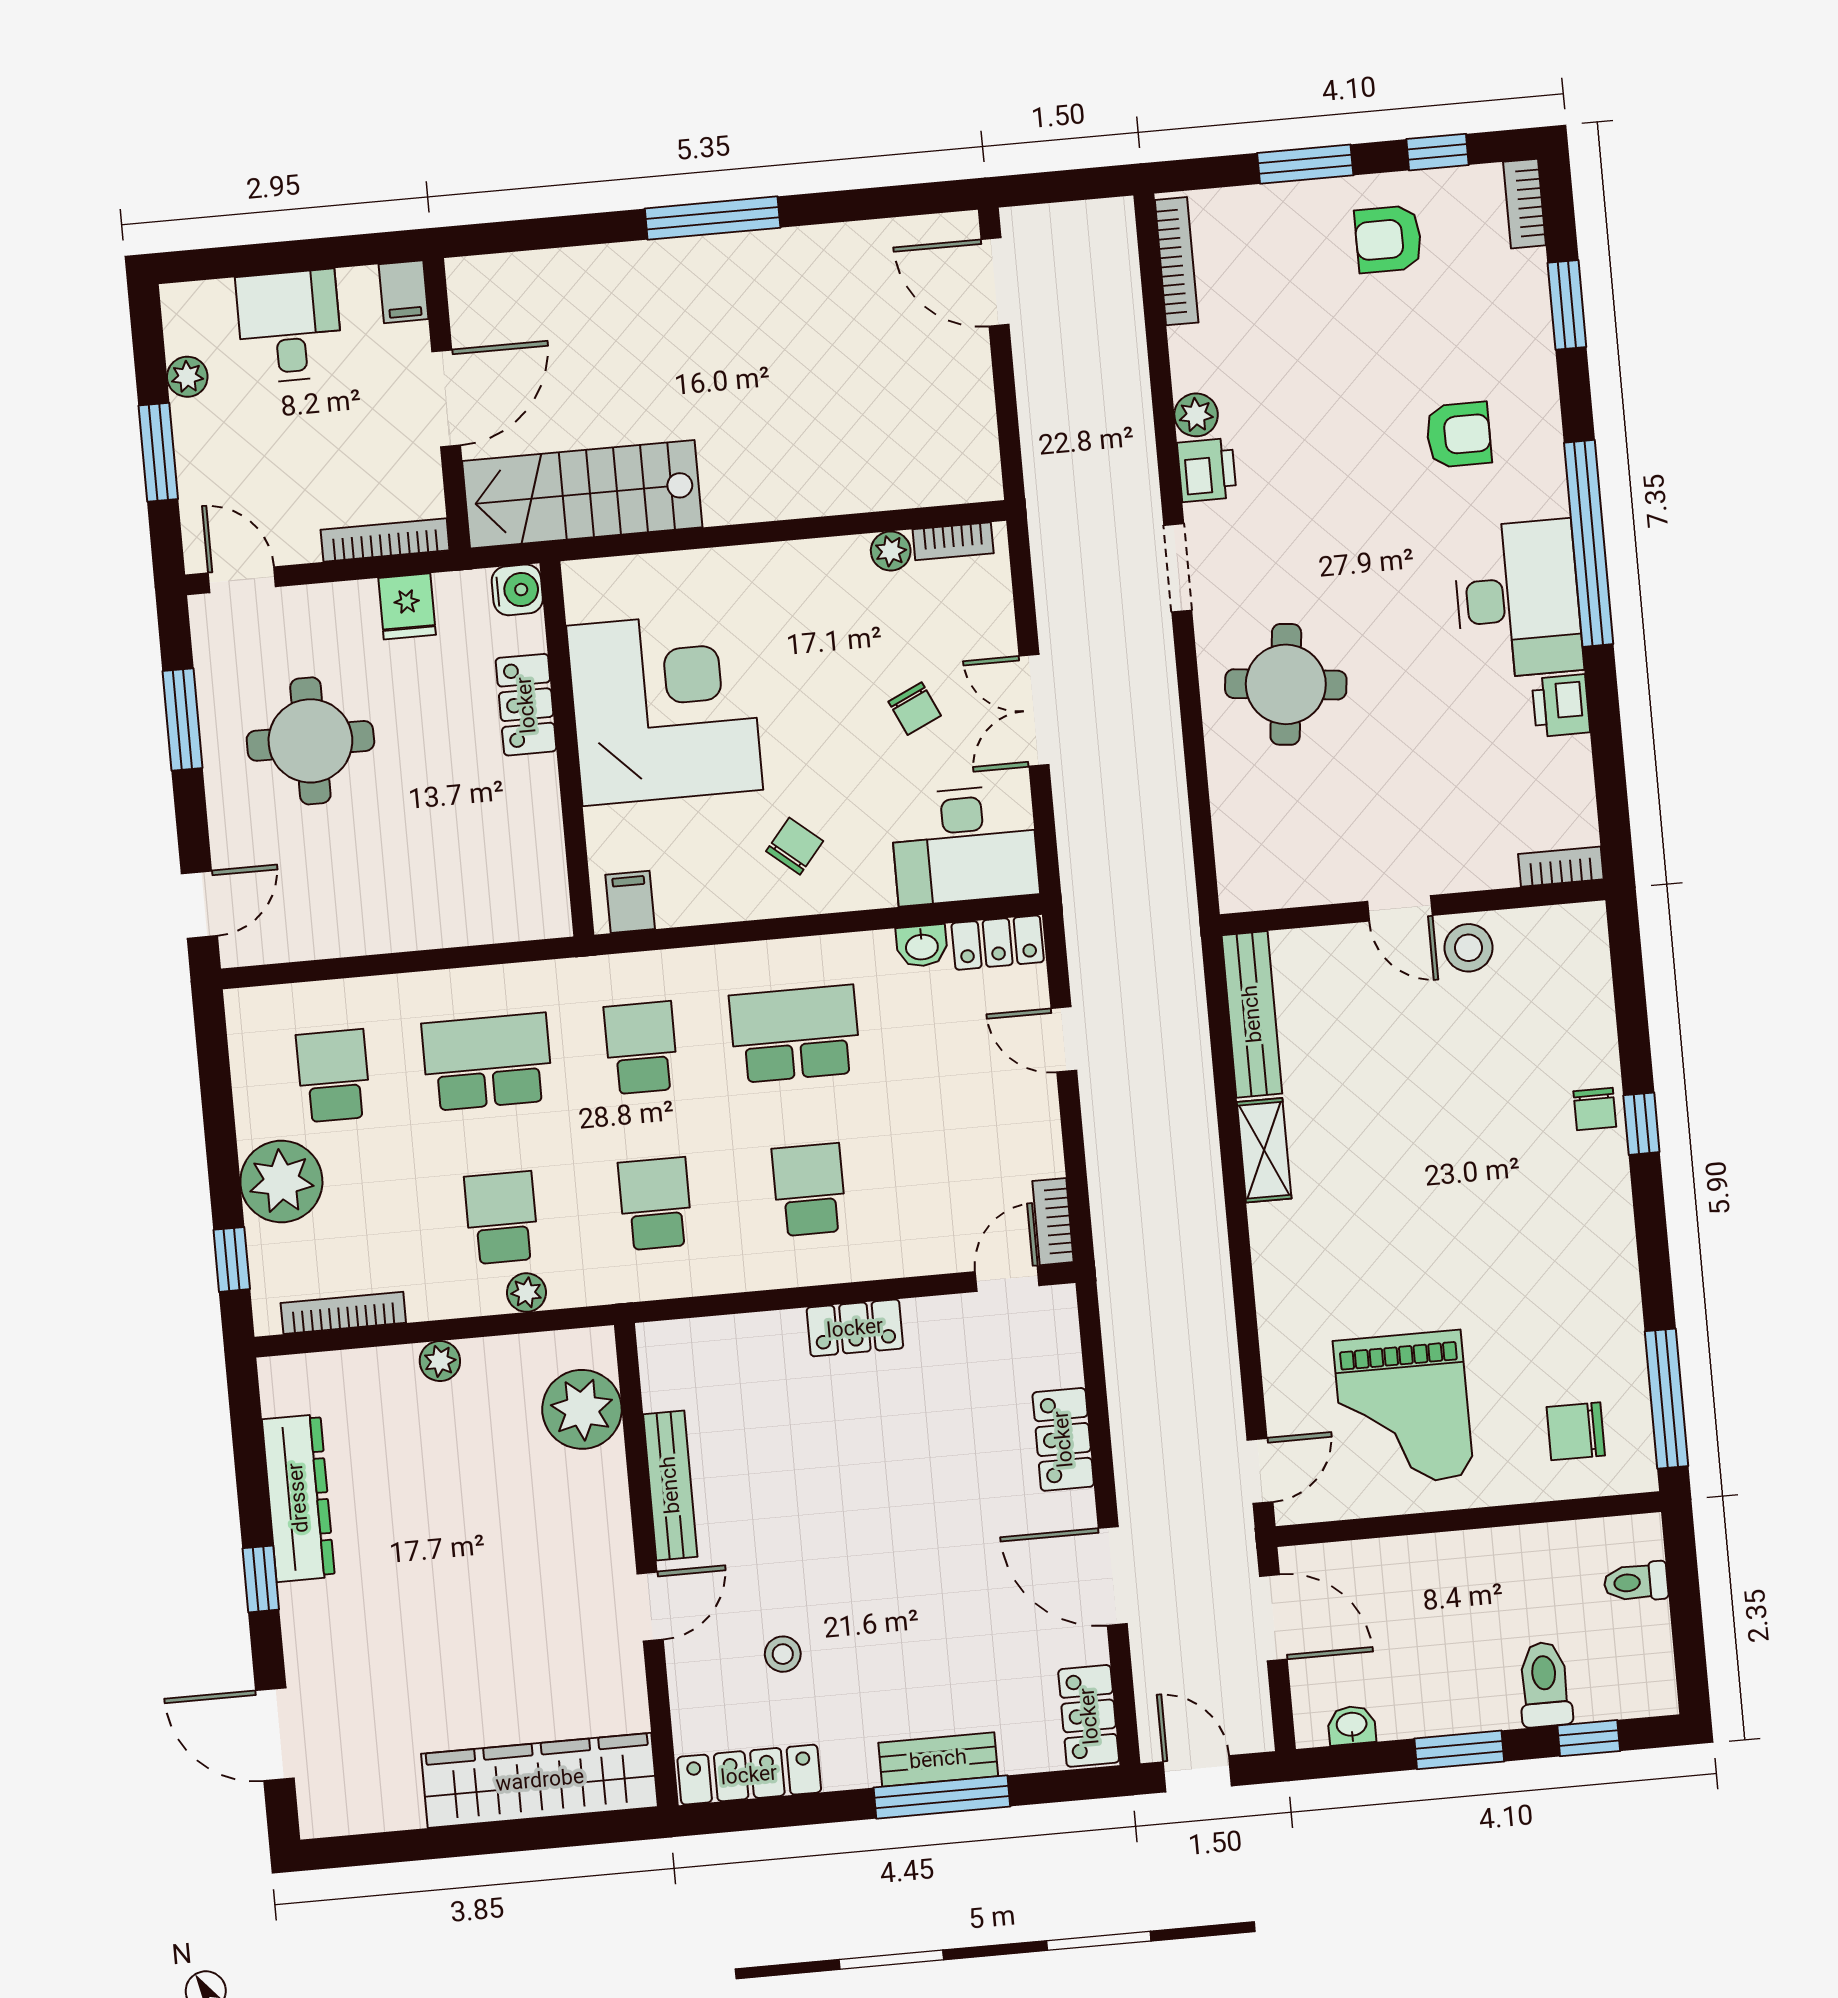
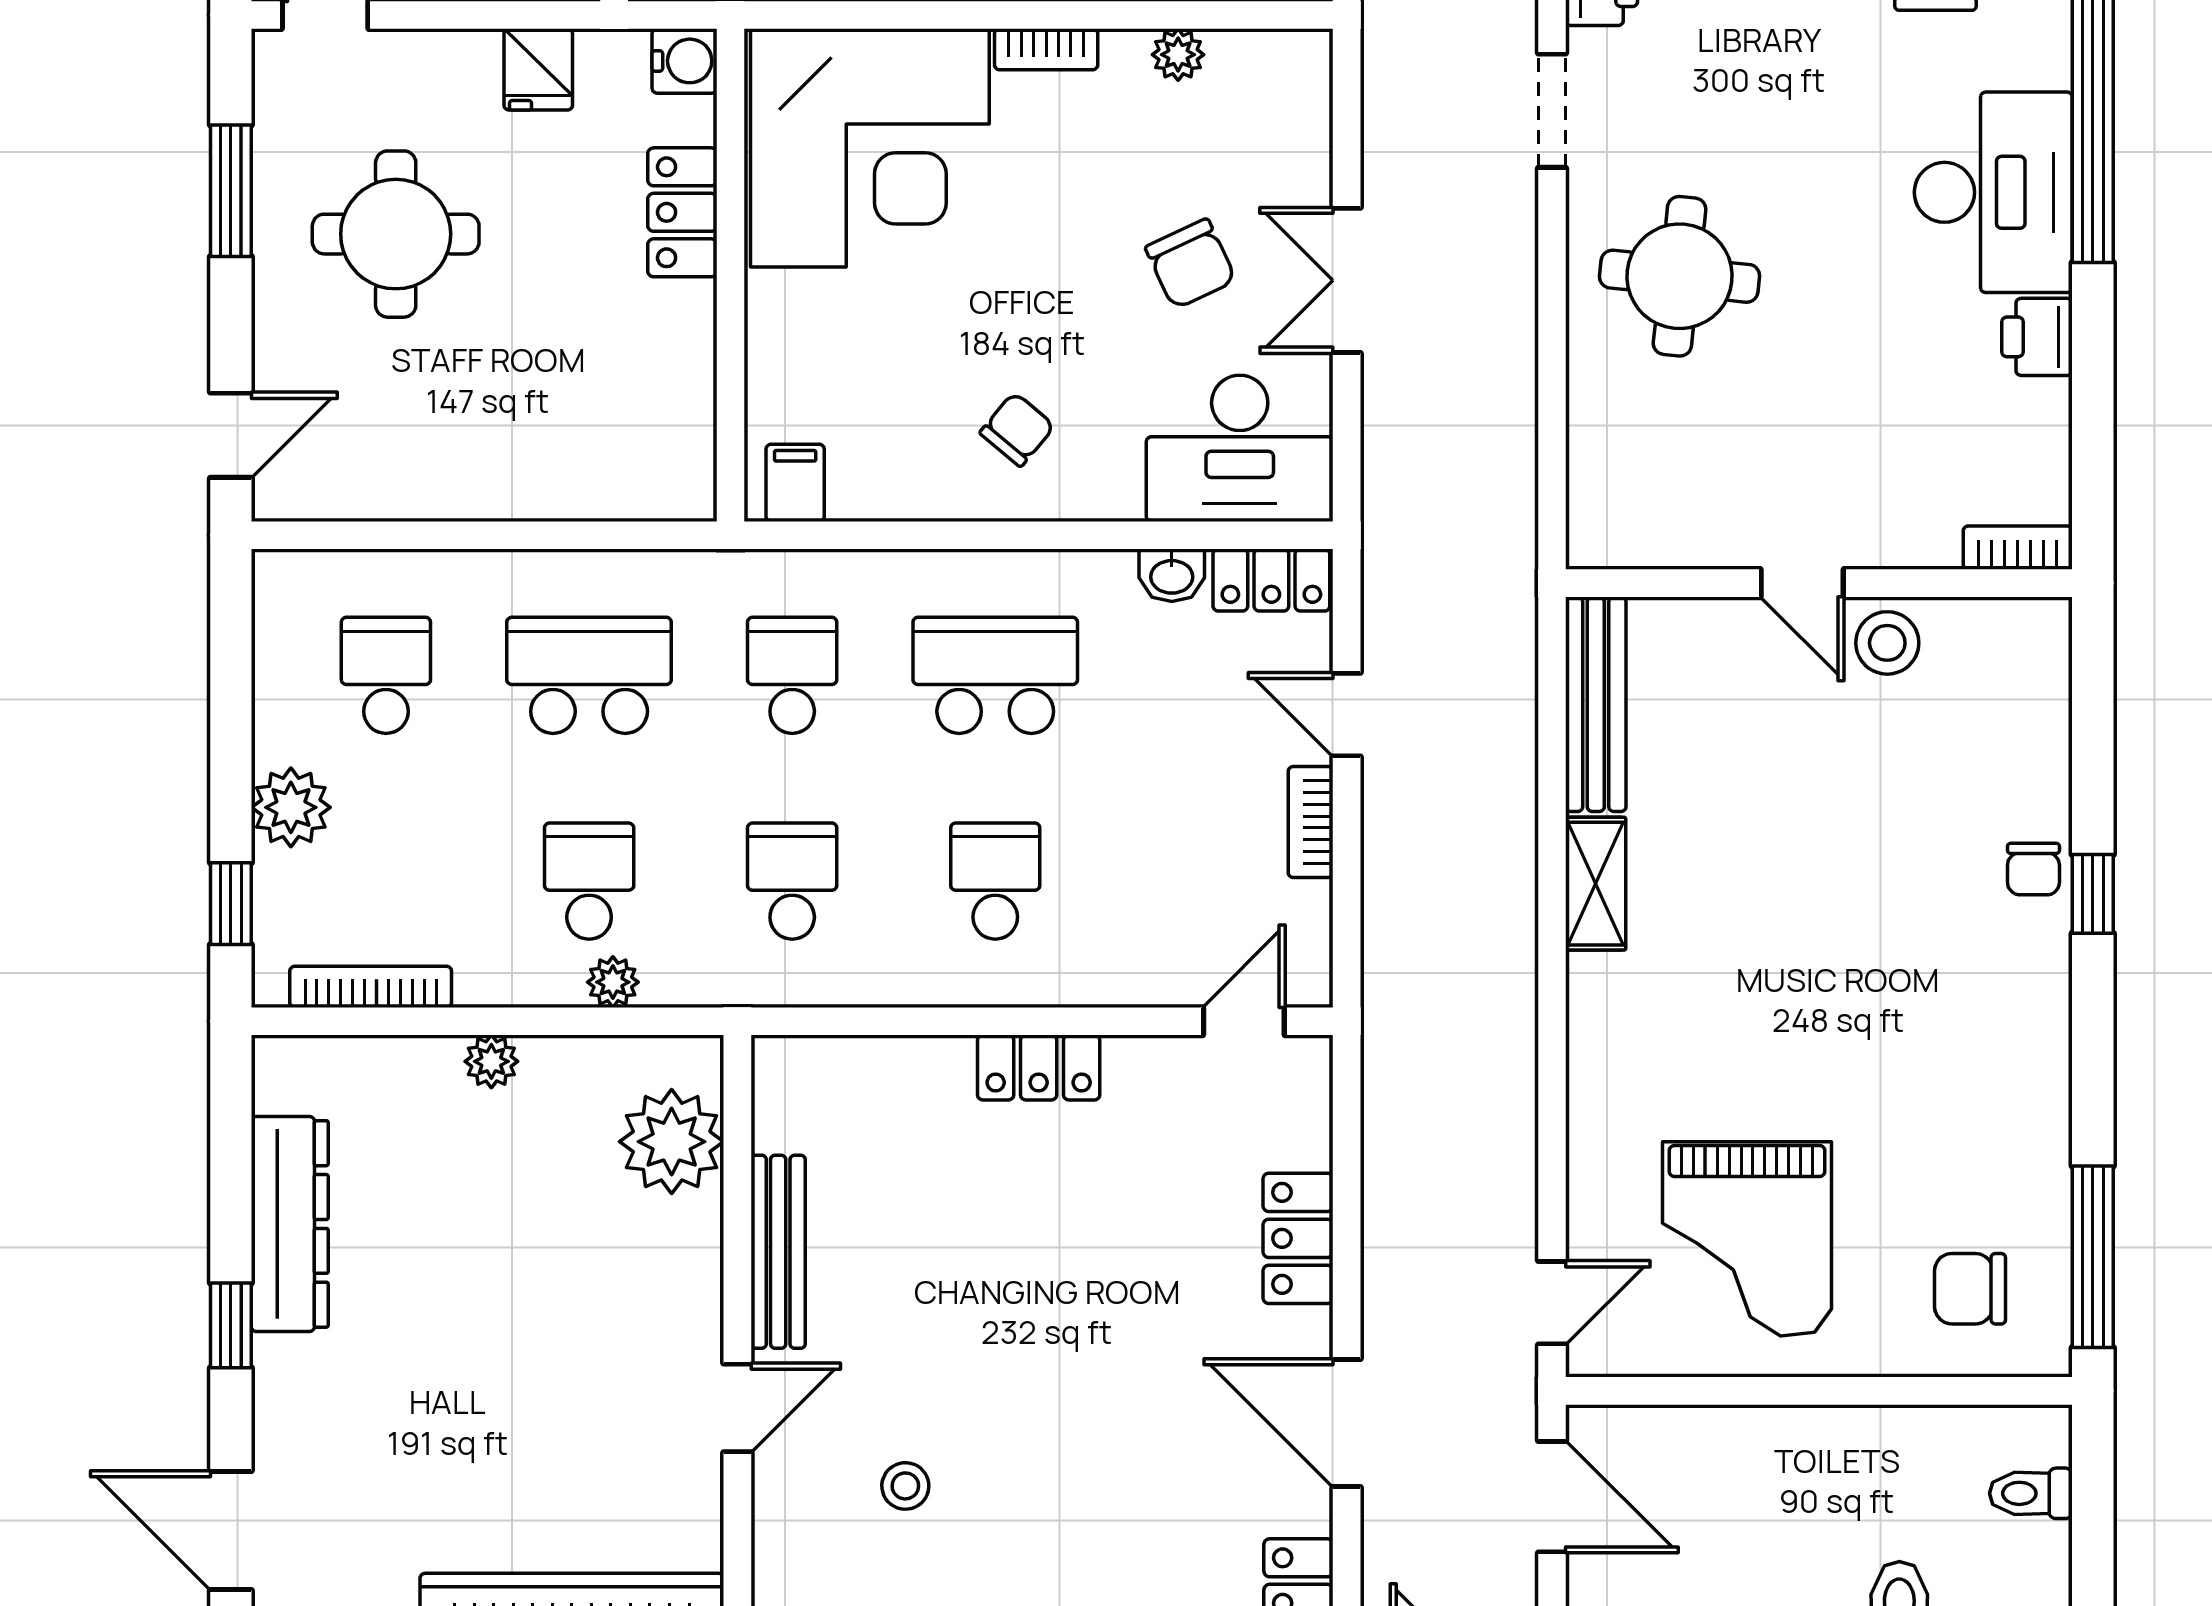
bookcase: (953, 541) -> (1046, 49), moved
corner desk: (665, 708) -> (870, 148), moved, turned 90
chair: (915, 709) -> (1191, 264), width x1.37, depth x1.37
plant: (281, 1182) -> (291, 807), width x0.73, depth x0.73
bookcase: (1053, 1222) -> (1311, 822), moved

